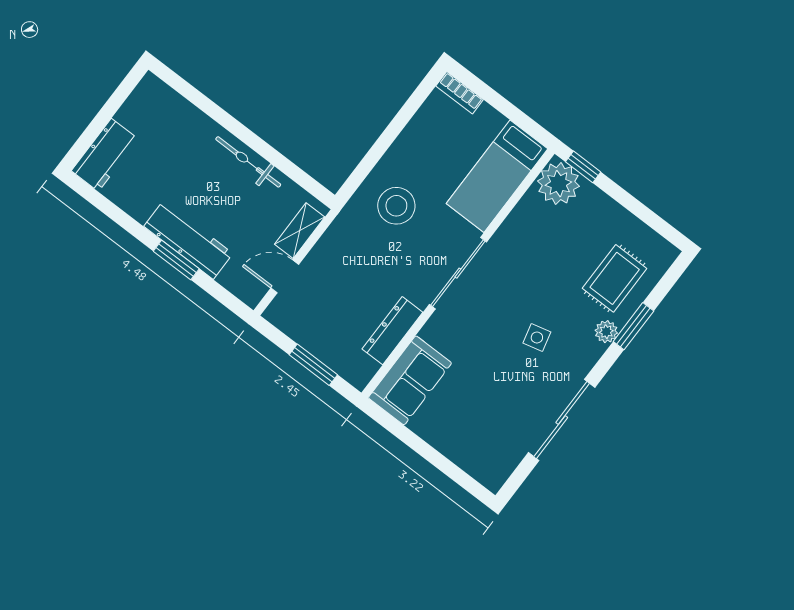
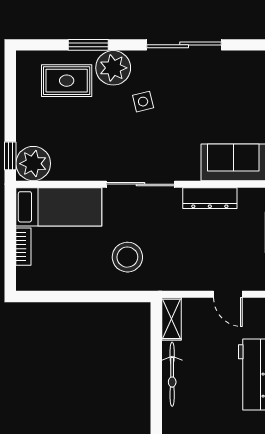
bookcase: (460, 93) -> (23, 247), moved
shelving: (300, 231) -> (172, 319), moved, turned 90
plant: (606, 332) -> (113, 68), width x1.87, depth x1.87

